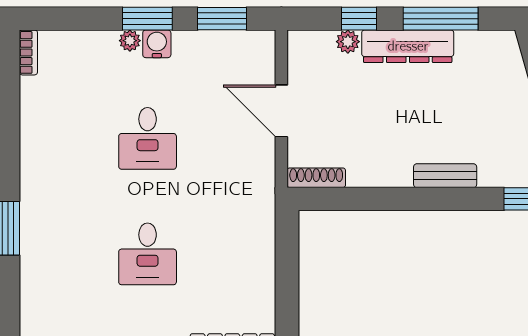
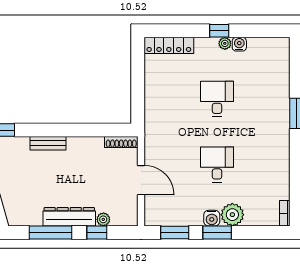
plant: (130, 41) -> (232, 215), width x1.88, depth x1.88

